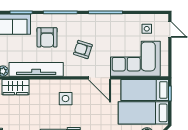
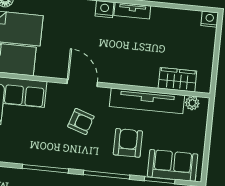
door: (99, 78) -> (82, 83), moved
side table: (66, 99) -> (111, 57), removed

